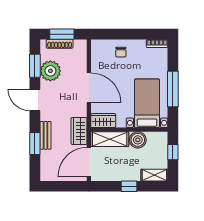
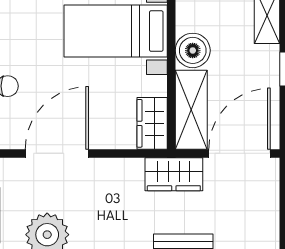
door: (89, 88) -> (57, 153), moved
door: (89, 162) -> (240, 153), swing flipped

